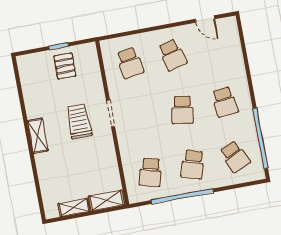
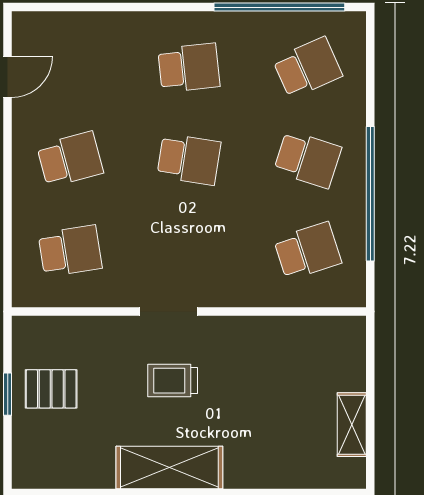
trolley: (79, 121) -> (173, 381), width x0.73, depth x0.72
shelving: (38, 136) -> (169, 467), width x1.50, depth x1.33
school desk: (150, 172) -> (308, 251), turned -33
shelving: (106, 201) -> (350, 354), removed

